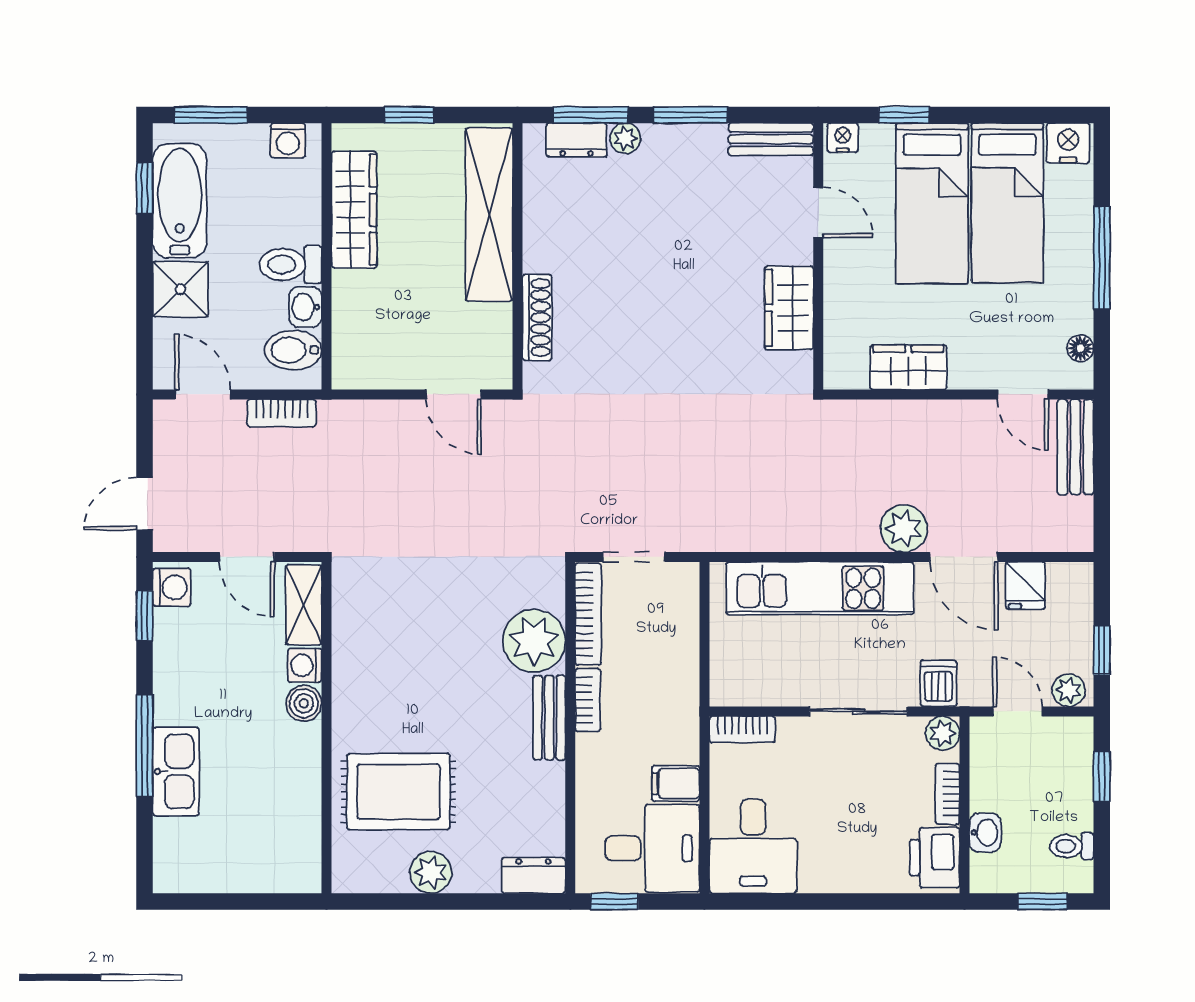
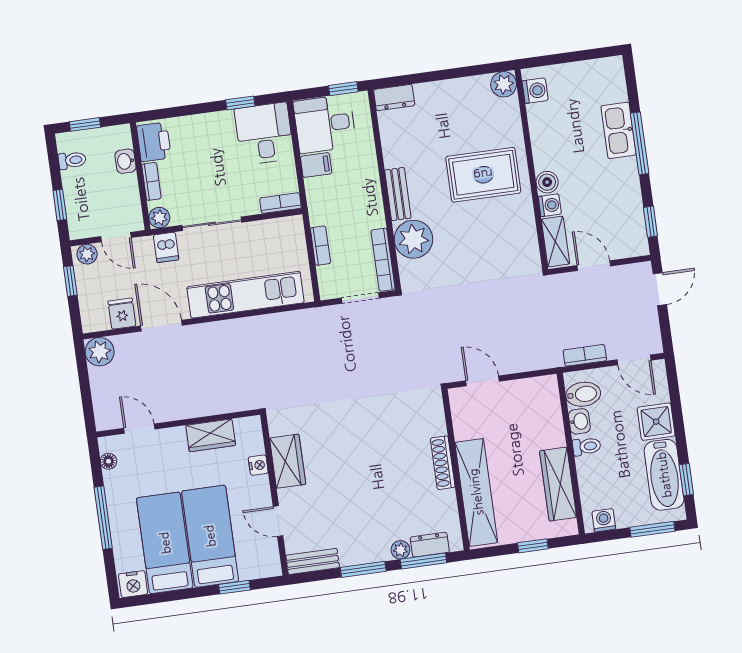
nightstand: (843, 138) -> (258, 465), moved, turned -90
toilet: (291, 265) -> (587, 446), width x0.73, depth x0.72
shoe rack: (537, 318) -> (443, 463), moved
bench: (1075, 447) -> (103, 401), removed
plant: (904, 529) -> (100, 352), moved
washing machine: (172, 587) -> (535, 91), moved, turned 180
bookcase: (588, 700) -> (320, 246), moved, turned 180
rug: (398, 792) -> (483, 175), moved
plant: (431, 872) -> (504, 84), moved
window: (785, 902) -> (240, 103), added

